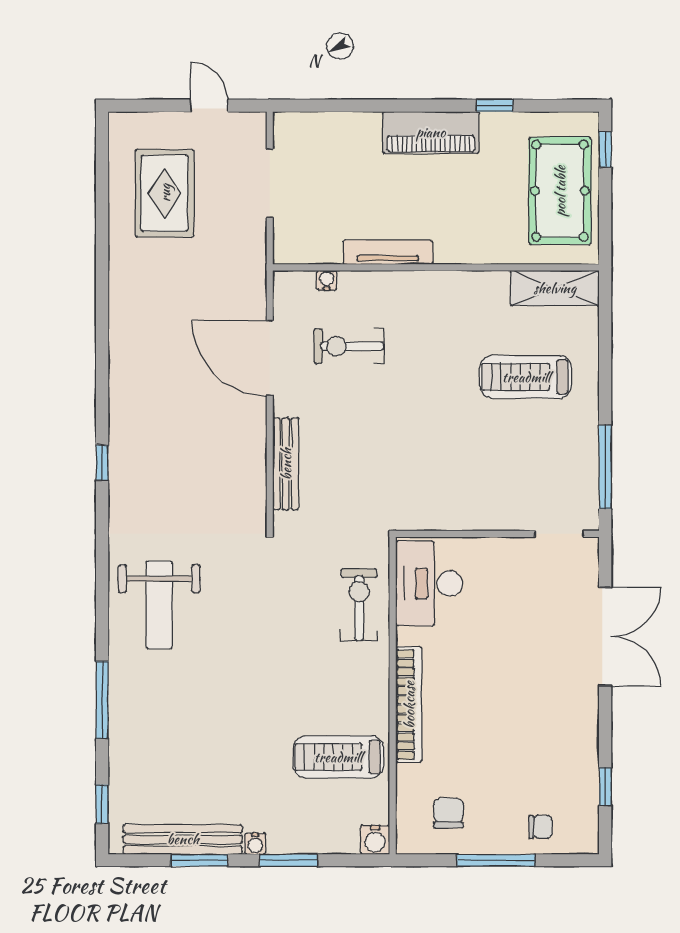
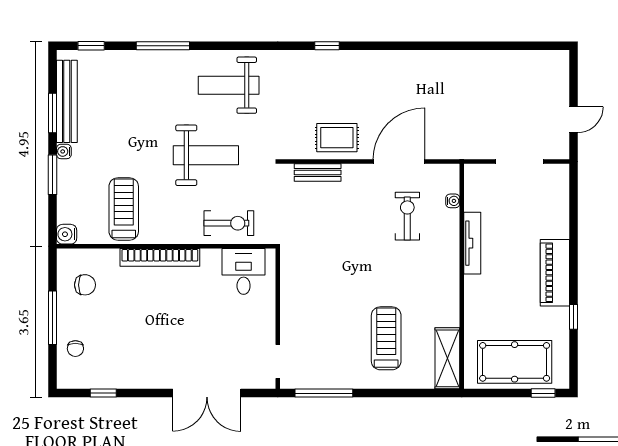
rug: (165, 193) -> (337, 138), moved, width x0.73, depth x0.70
bench: (286, 464) -> (318, 173), width x0.73
desk: (429, 583) -> (244, 271), width x0.73
weight bench: (261, 638) -> (206, 155), added

